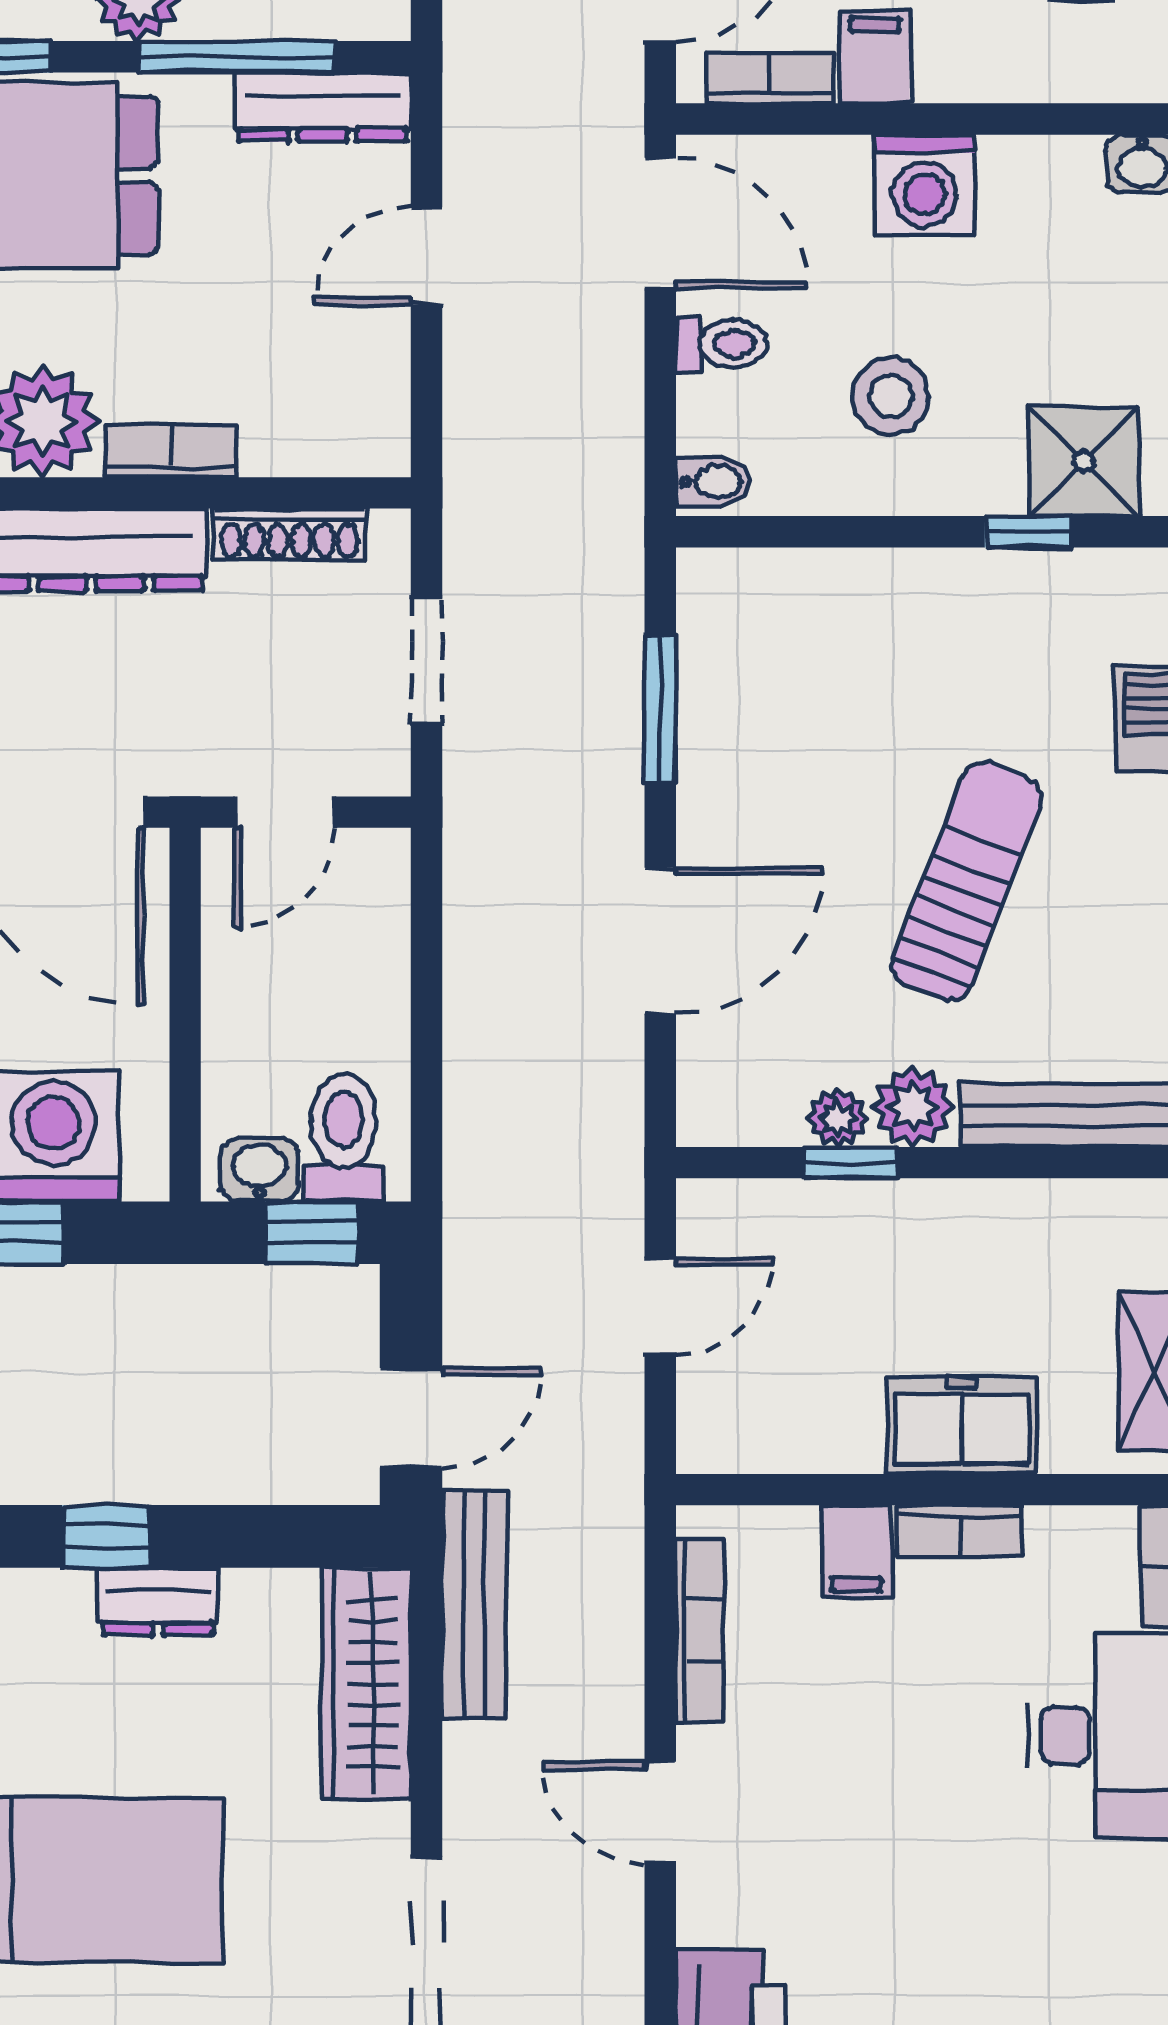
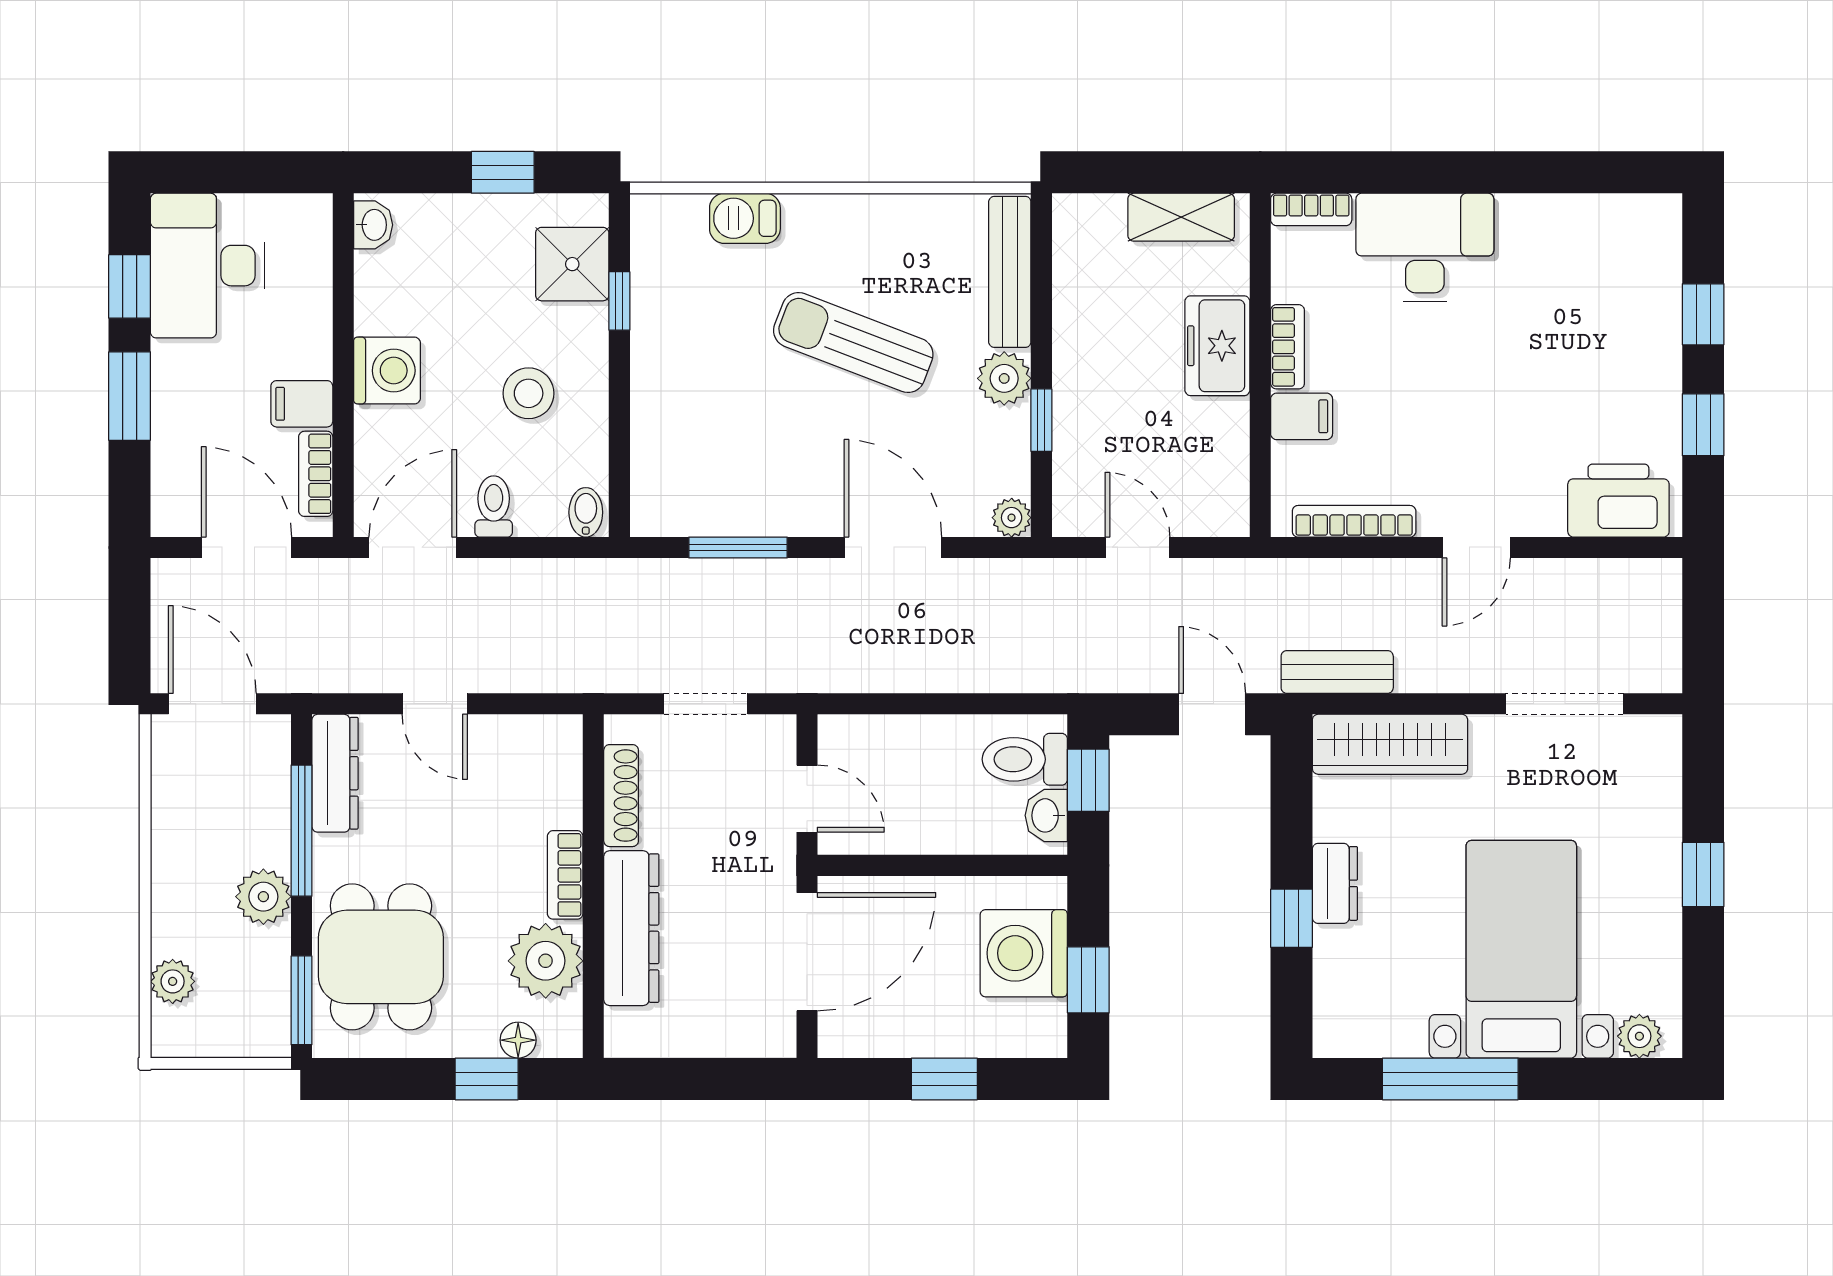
plant: (838, 1118) -> (1012, 518), moved
bench: (474, 1605) -> (1337, 672), width x0.73

